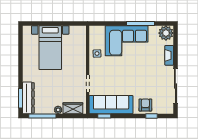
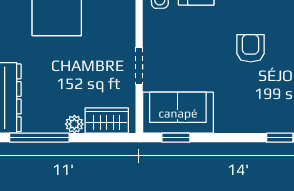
sofa: (111, 105) -> (178, 113), width x0.73
armchair: (145, 105) -> (251, 48), moved

